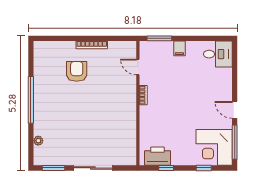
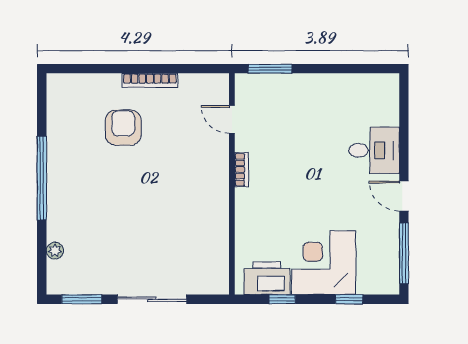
filing cabinet: (179, 48) -> (306, 87), removed
desk: (218, 54) -> (374, 150), moved
corner desk: (214, 147) -> (324, 263), moved, turned 90

